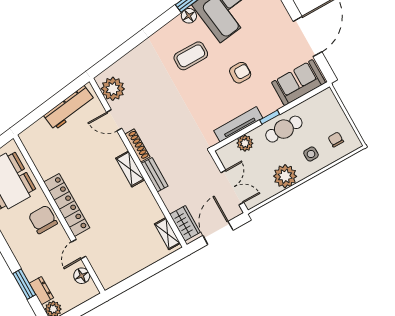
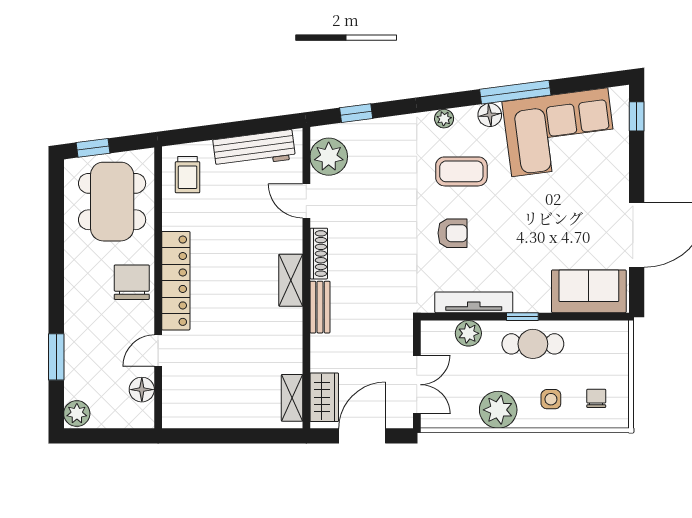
plant: (165, 32) -> (444, 119), added
window: (115, 56) -> (356, 113), added
armchair: (240, 73) -> (453, 233), moved
trolley: (40, 143) -> (188, 175), added
dresser: (41, 291) -> (75, 379), removed

